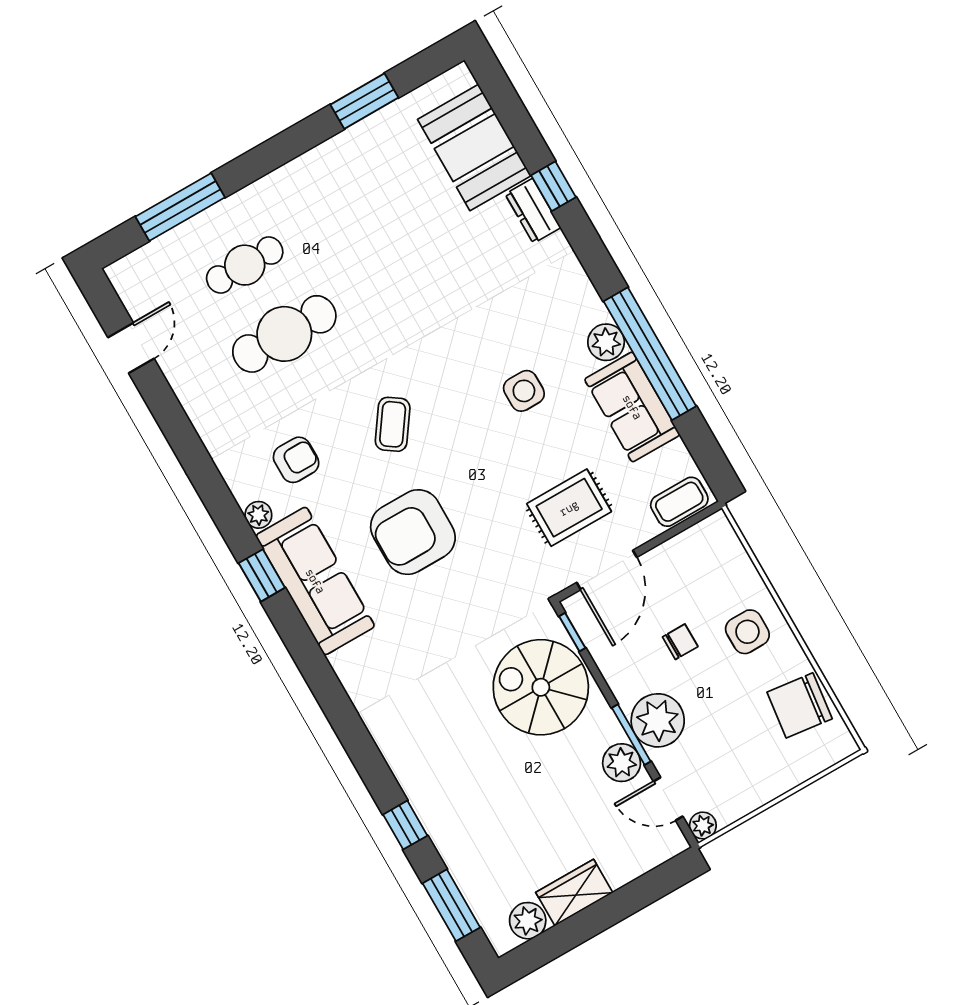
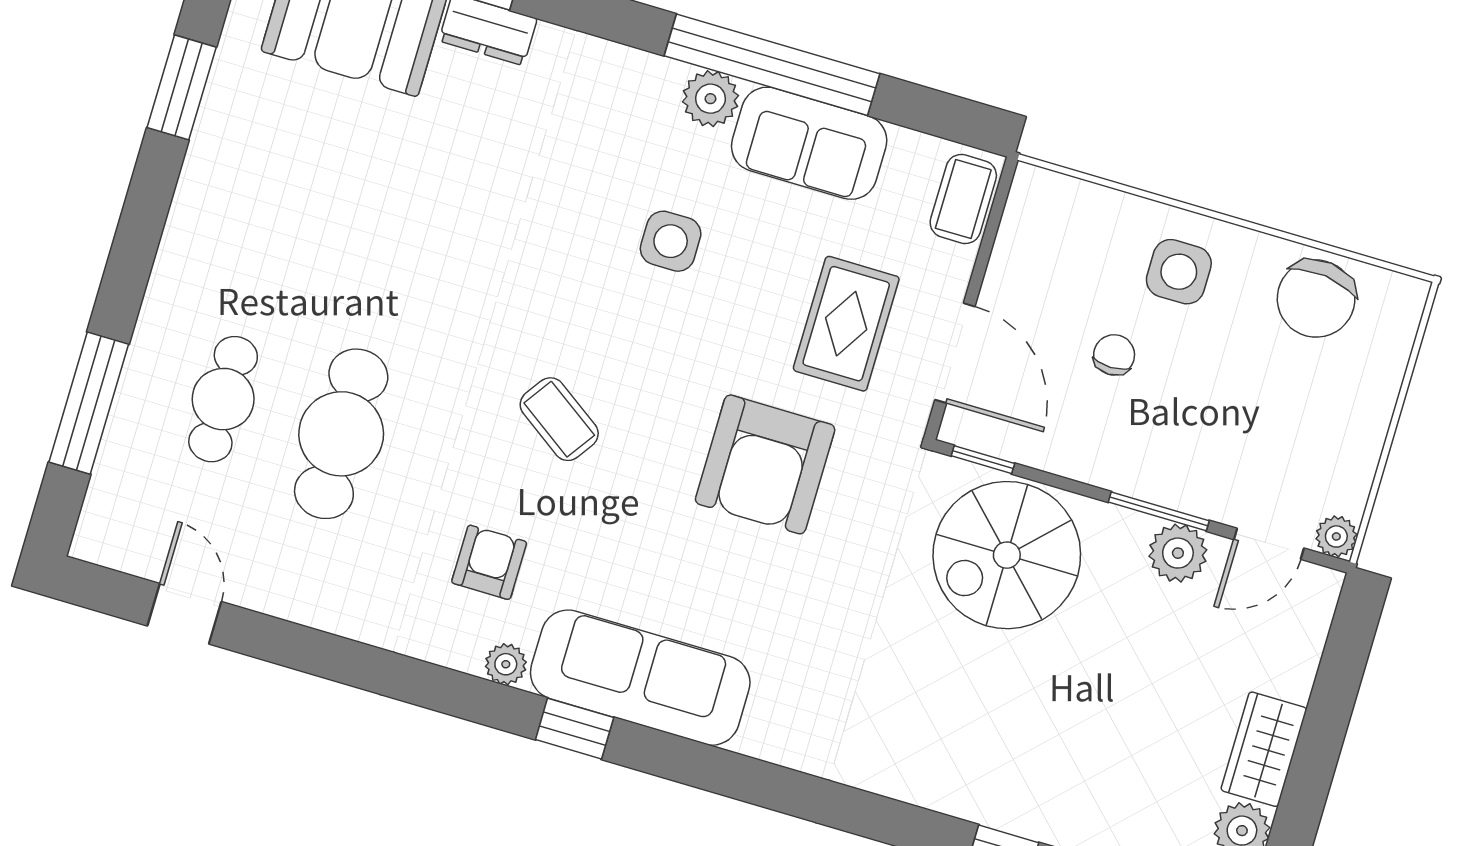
armchair: (413, 532) -> (765, 464), moved
plant: (658, 720) -> (1173, 467), removed

